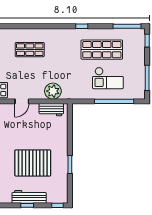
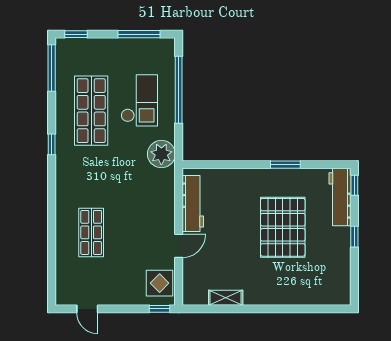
plant: (53, 91) -> (161, 154), moved
door: (22, 101) -> (179, 246), hinge flipped
workbench: (51, 110) -> (193, 204), width x1.38
workbench: (29, 197) -> (340, 197), moved

